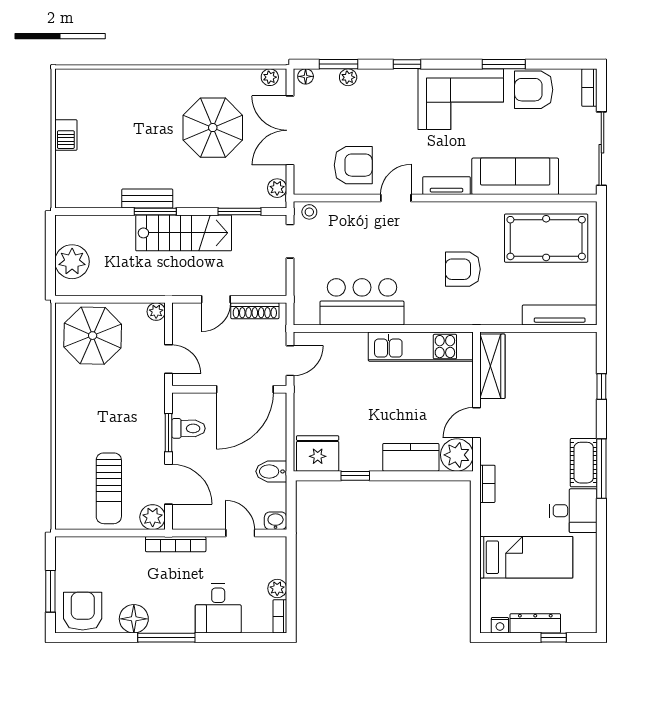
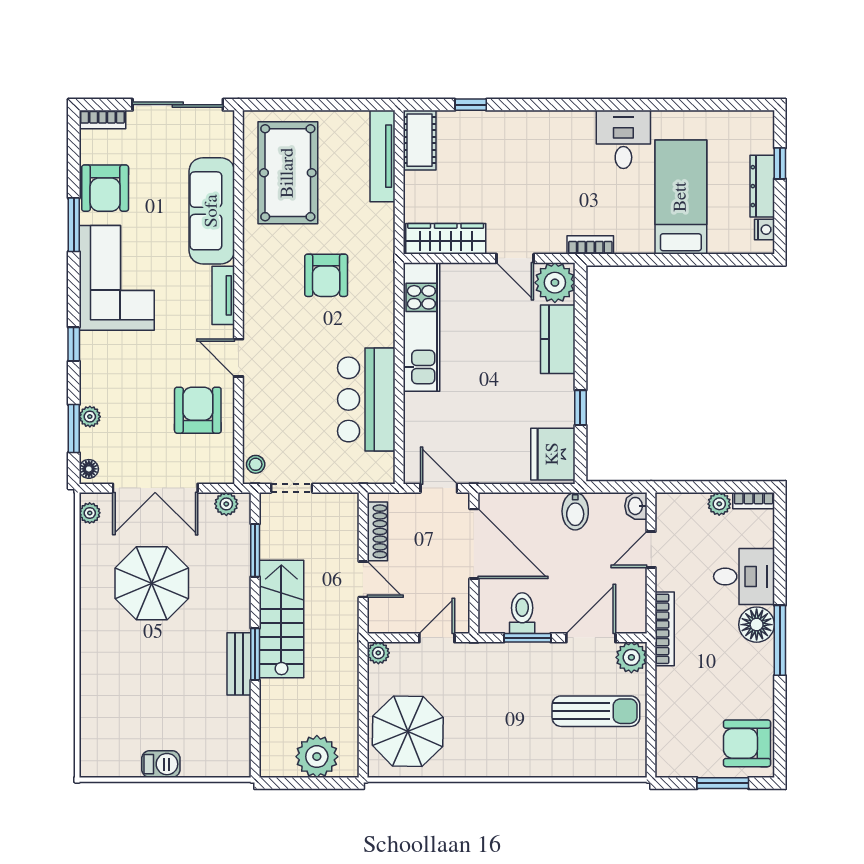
cot: (584, 463) -> (420, 140), moved, turned 90
window: (601, 469) -> (572, 105), removed
floor lamp: (134, 619) -> (757, 625), moved

